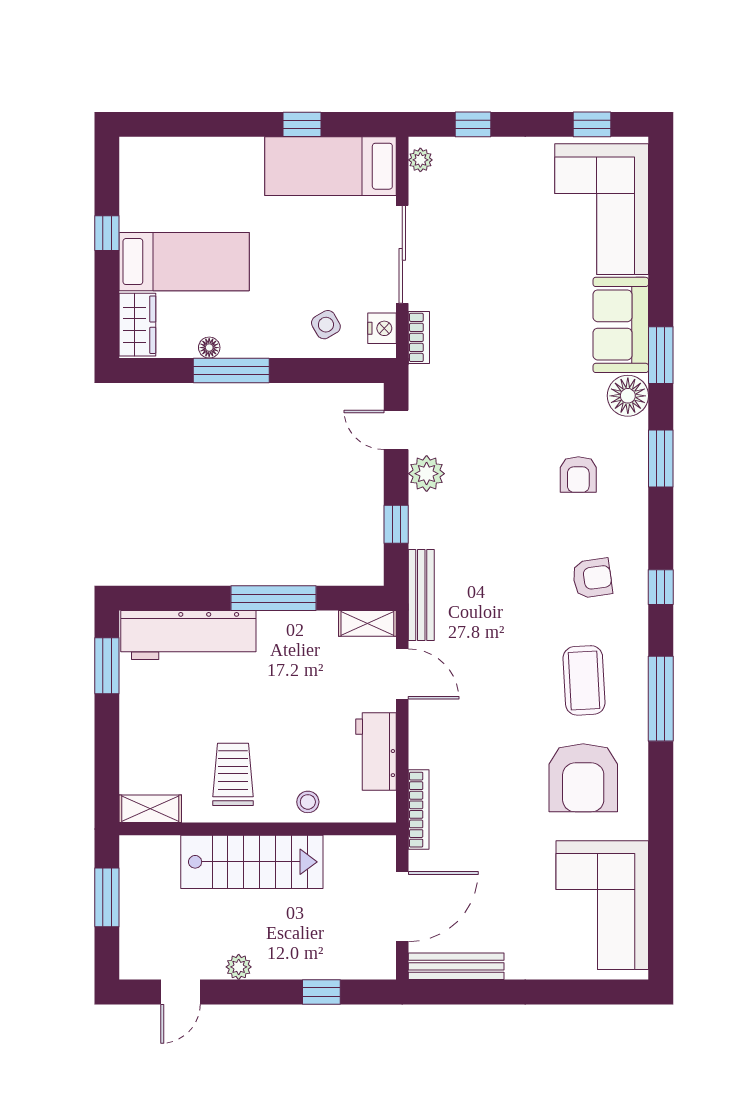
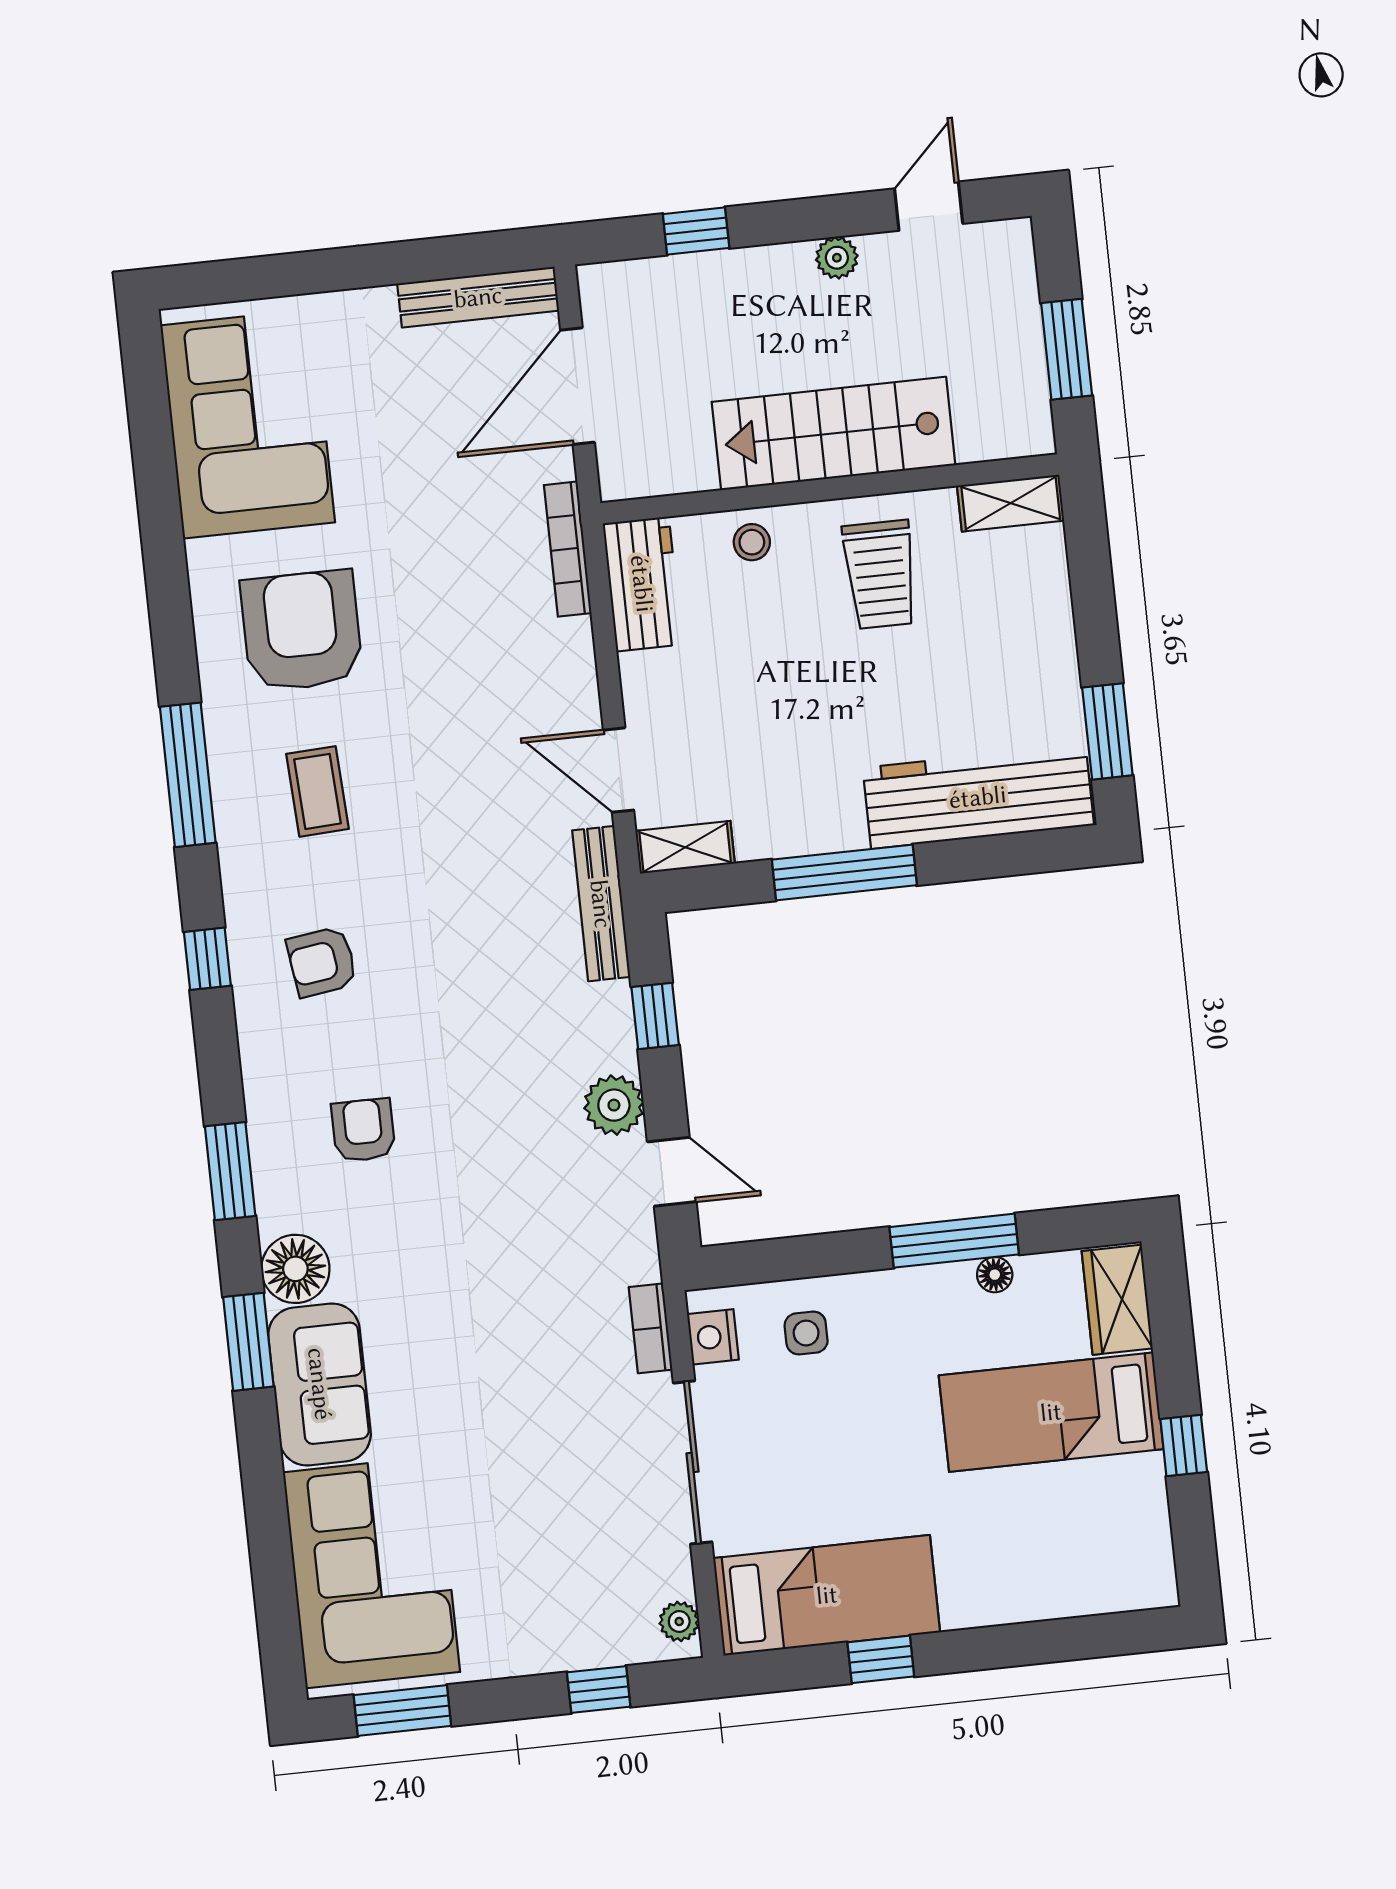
window: (592, 124) -> (402, 1710), width x1.50
side table: (326, 325) -> (806, 1333), turned 30
coffee table: (584, 680) -> (317, 791), width x0.73, depth x0.77
workbench: (376, 751) -> (642, 584), moved

